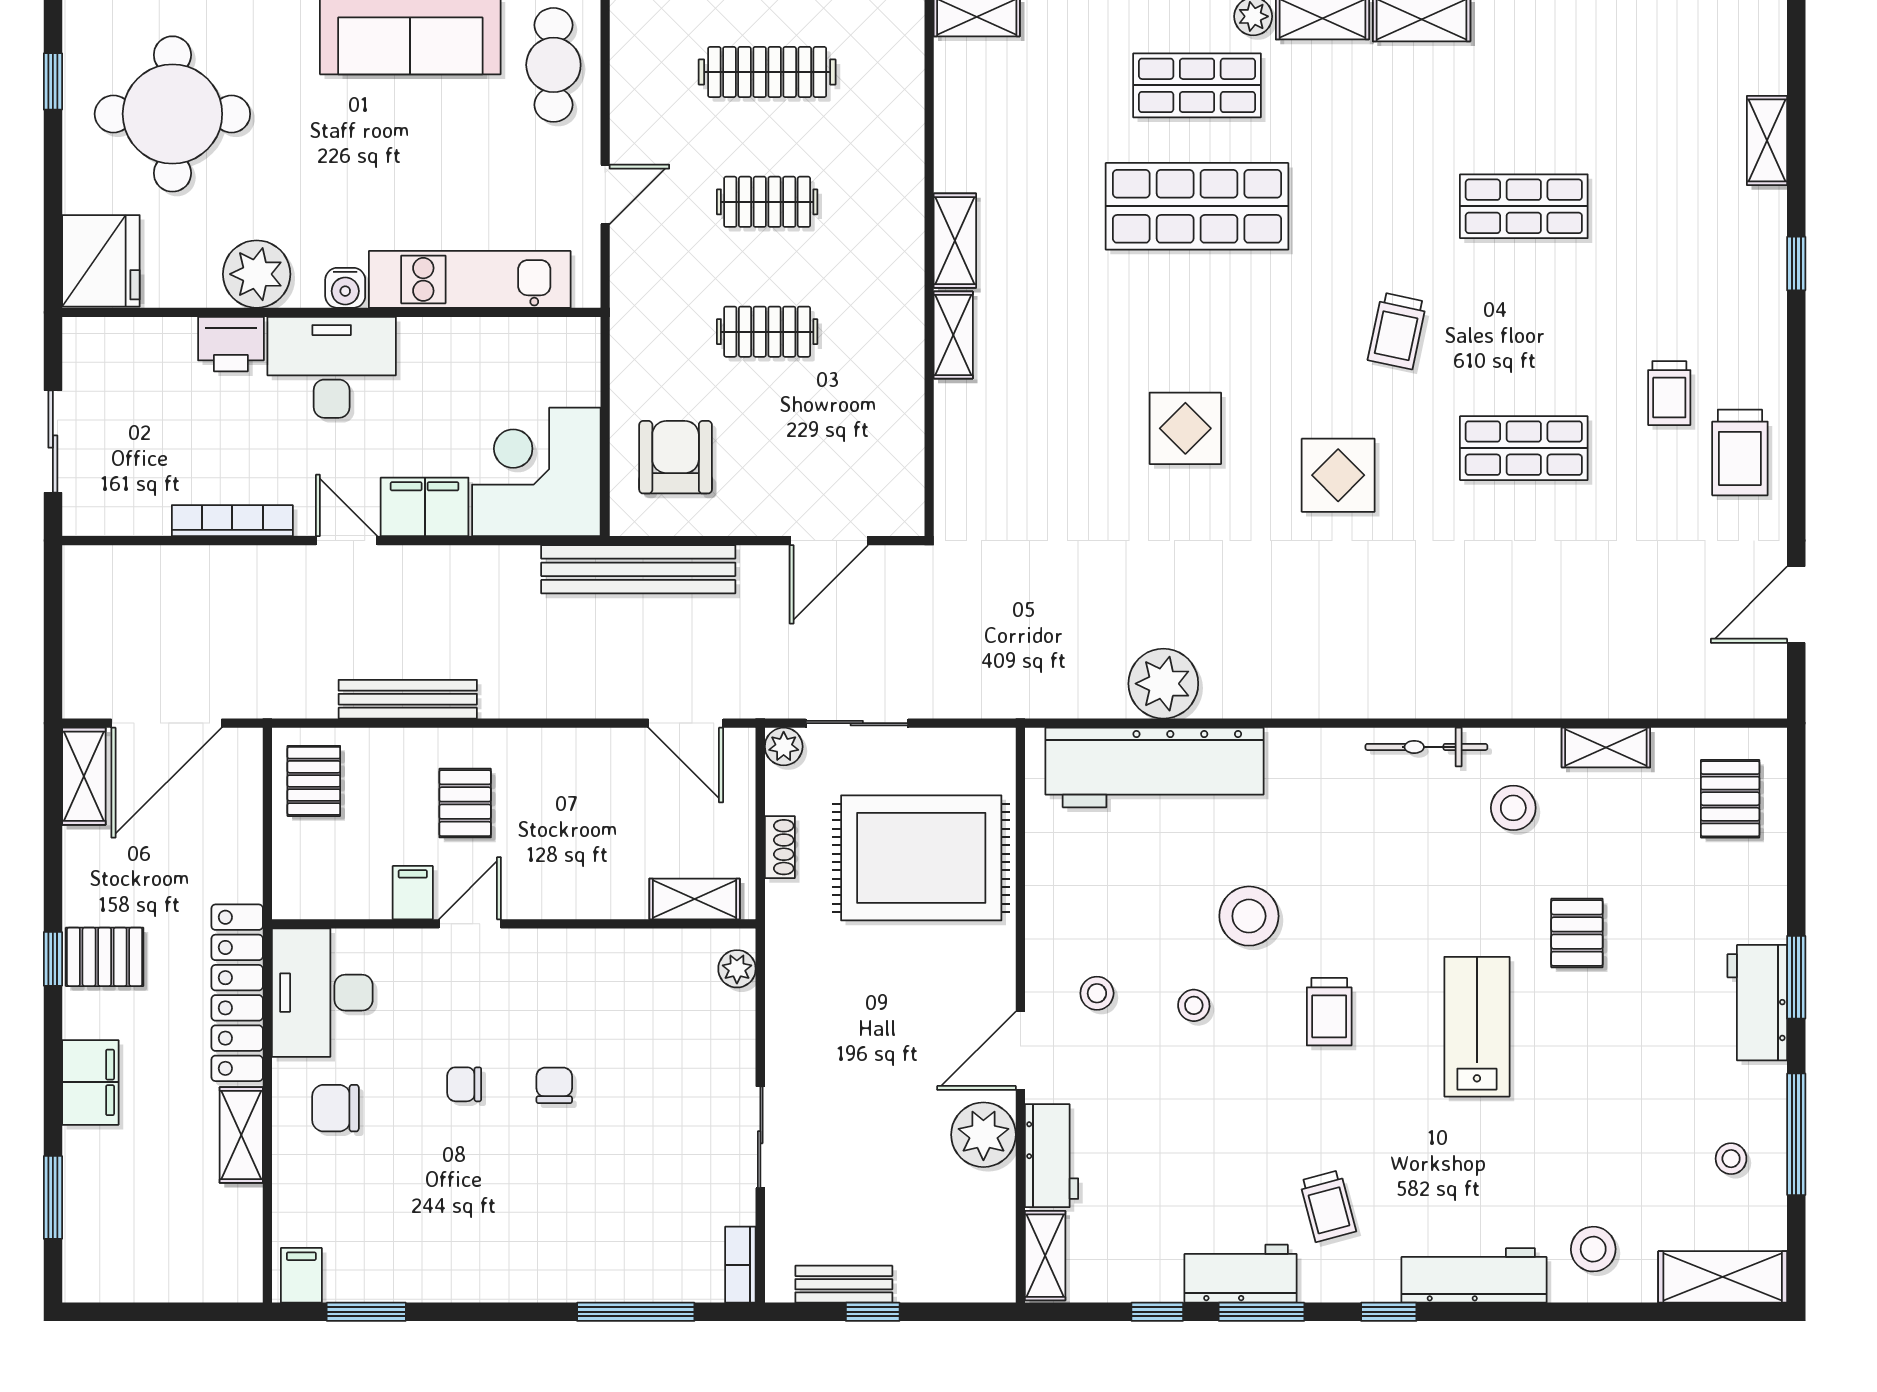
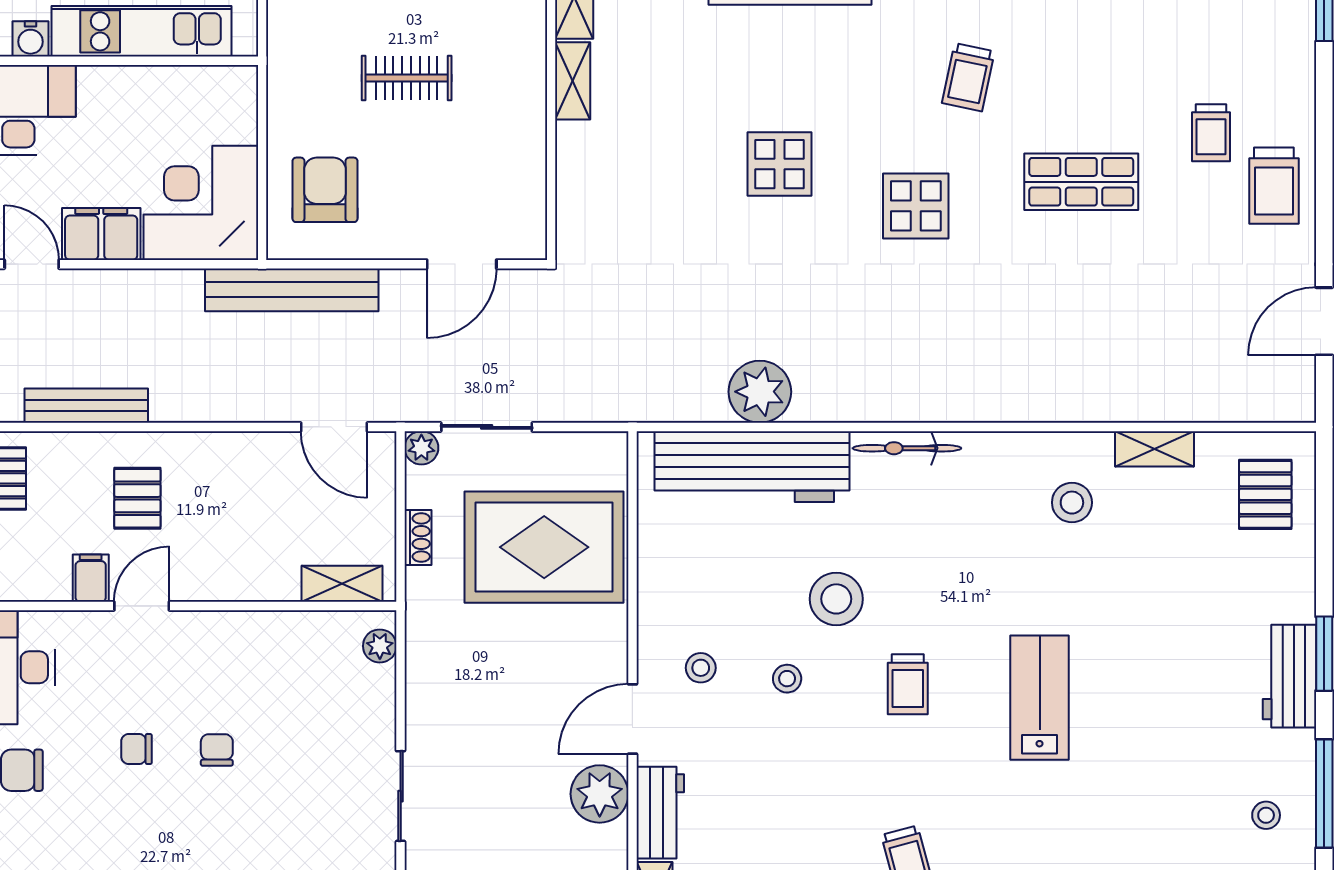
bicycle: (1426, 747) -> (907, 448), moved
pallet: (1577, 933) -> (1129, 614), removed

